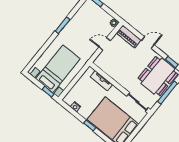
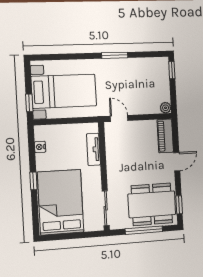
door: (148, 43) -> (177, 162), hinge flipped
door: (105, 44) -> (119, 118), moved

